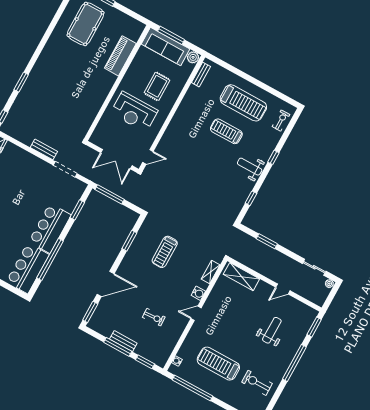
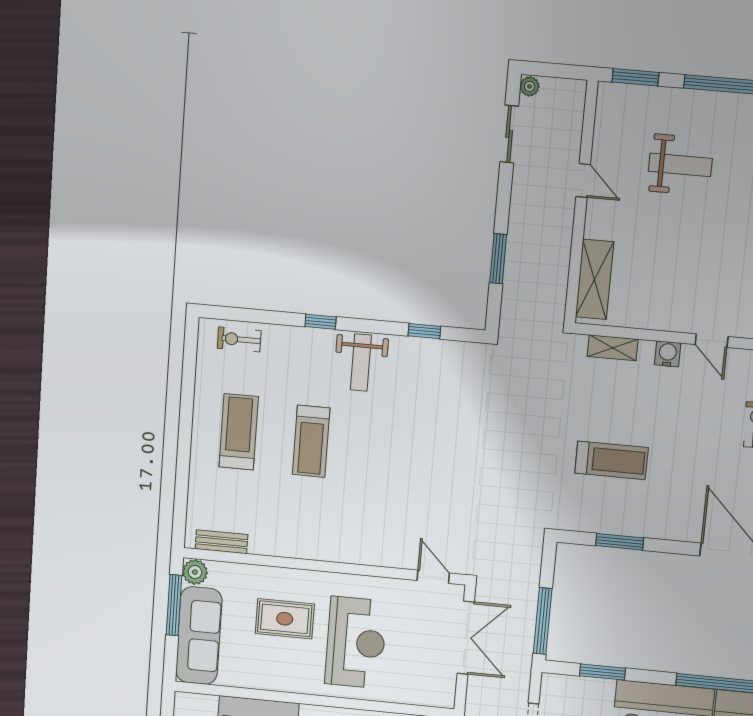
window: (171, 35) -> (174, 605), moved
treadmill: (243, 103) -> (239, 432), width x0.73, depth x0.73
weight bench: (272, 330) -> (680, 165), turned 180

